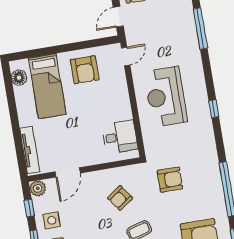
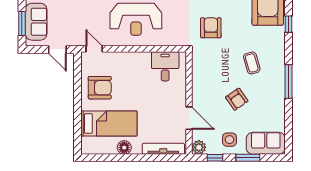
floor lamp: (19, 78) -> (124, 148), moved
armchair: (120, 198) -> (237, 99), moved

